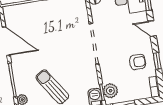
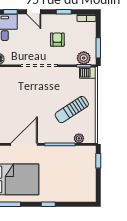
door: (152, 28) -> (34, 12), hinge flipped
armchair: (138, 62) -> (57, 40), moved

